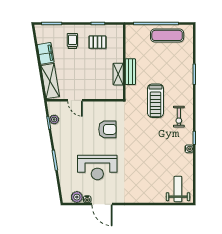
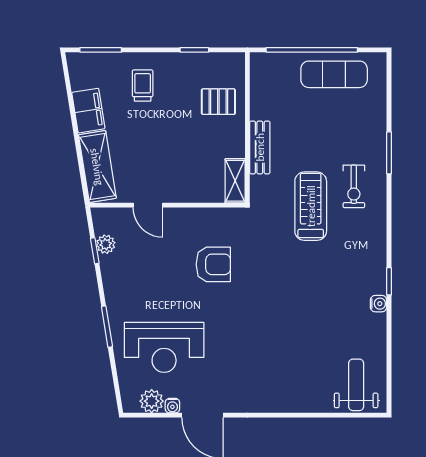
pallet: (97, 42) -> (218, 102), moved
shelving: (118, 74) -> (235, 181), moved
treadmill: (155, 101) -> (311, 206), turned 180
exercise bike: (179, 117) -> (354, 186), moved
reception desk: (97, 168) -> (164, 347), moved

